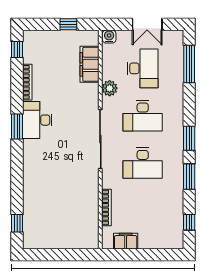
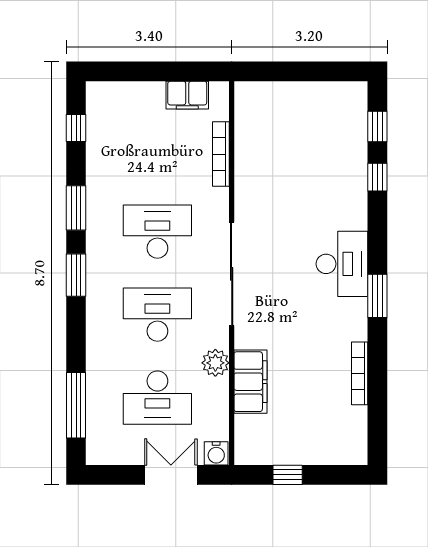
double door: (147, 24) -> (171, 475), moved
window: (17, 50) -> (377, 177), moved
filing cabinet: (90, 64) -> (250, 382), moved
desk: (143, 68) -> (157, 398), turned -90
desk: (37, 120) -> (342, 264), moved

